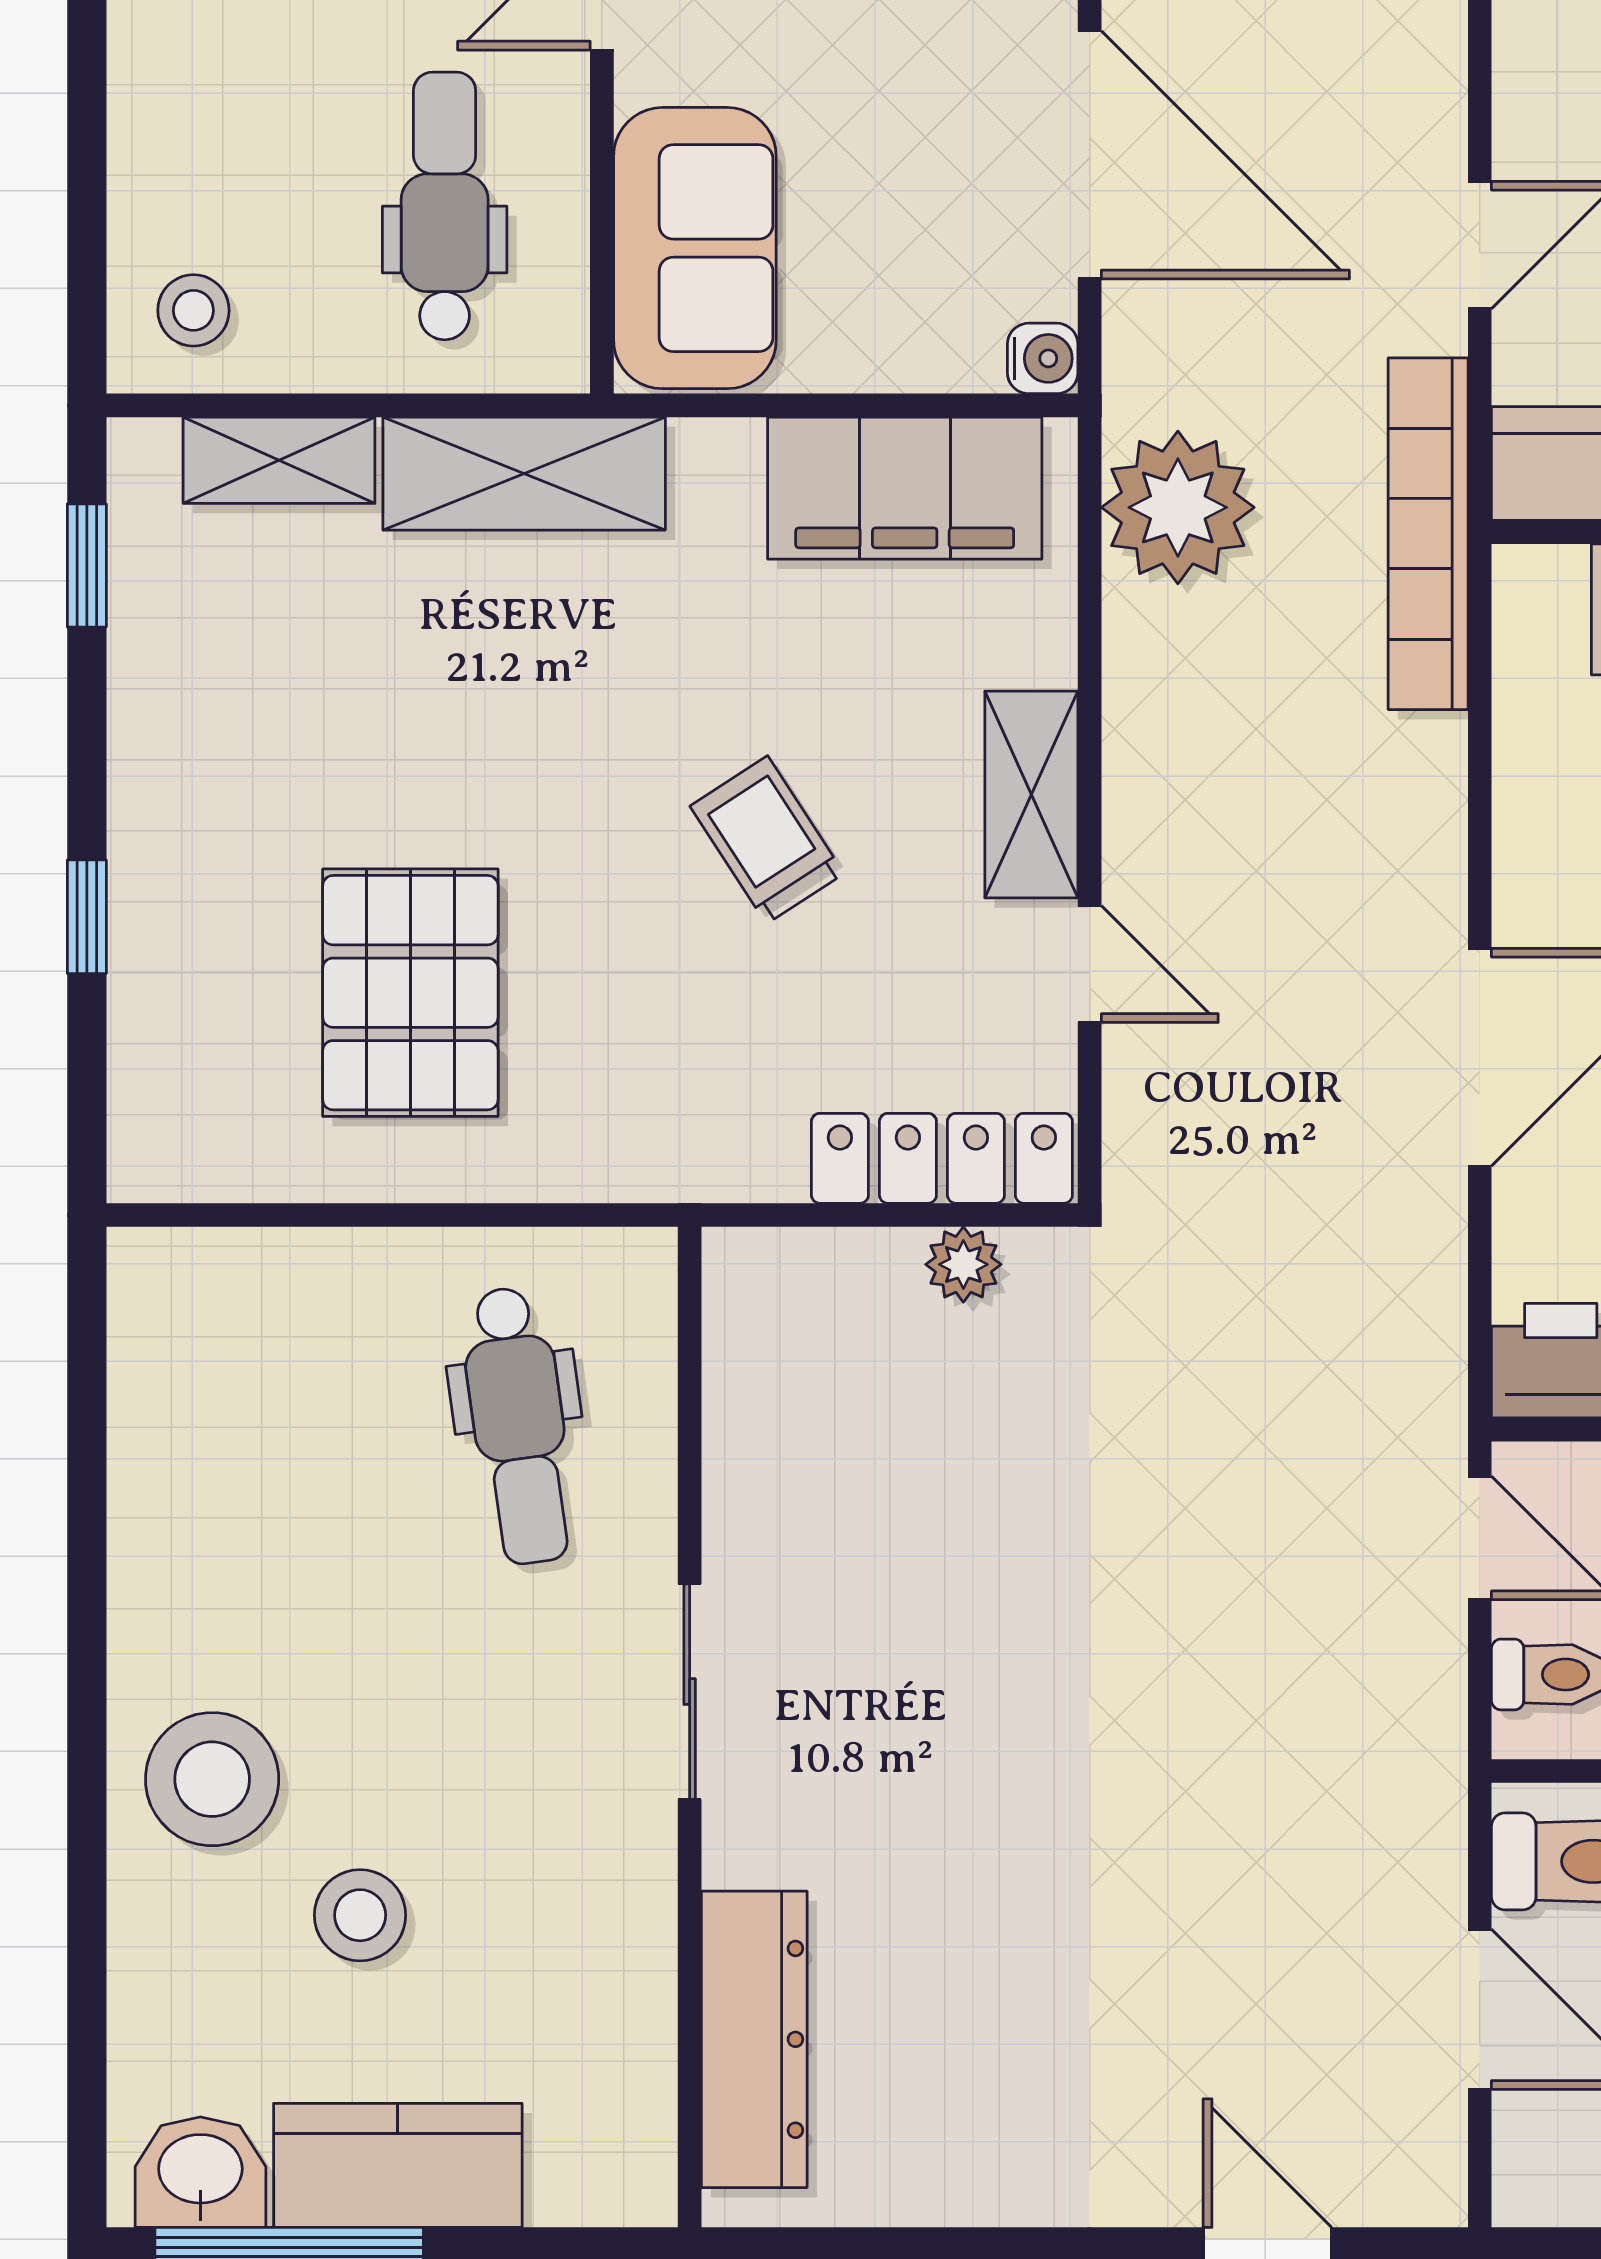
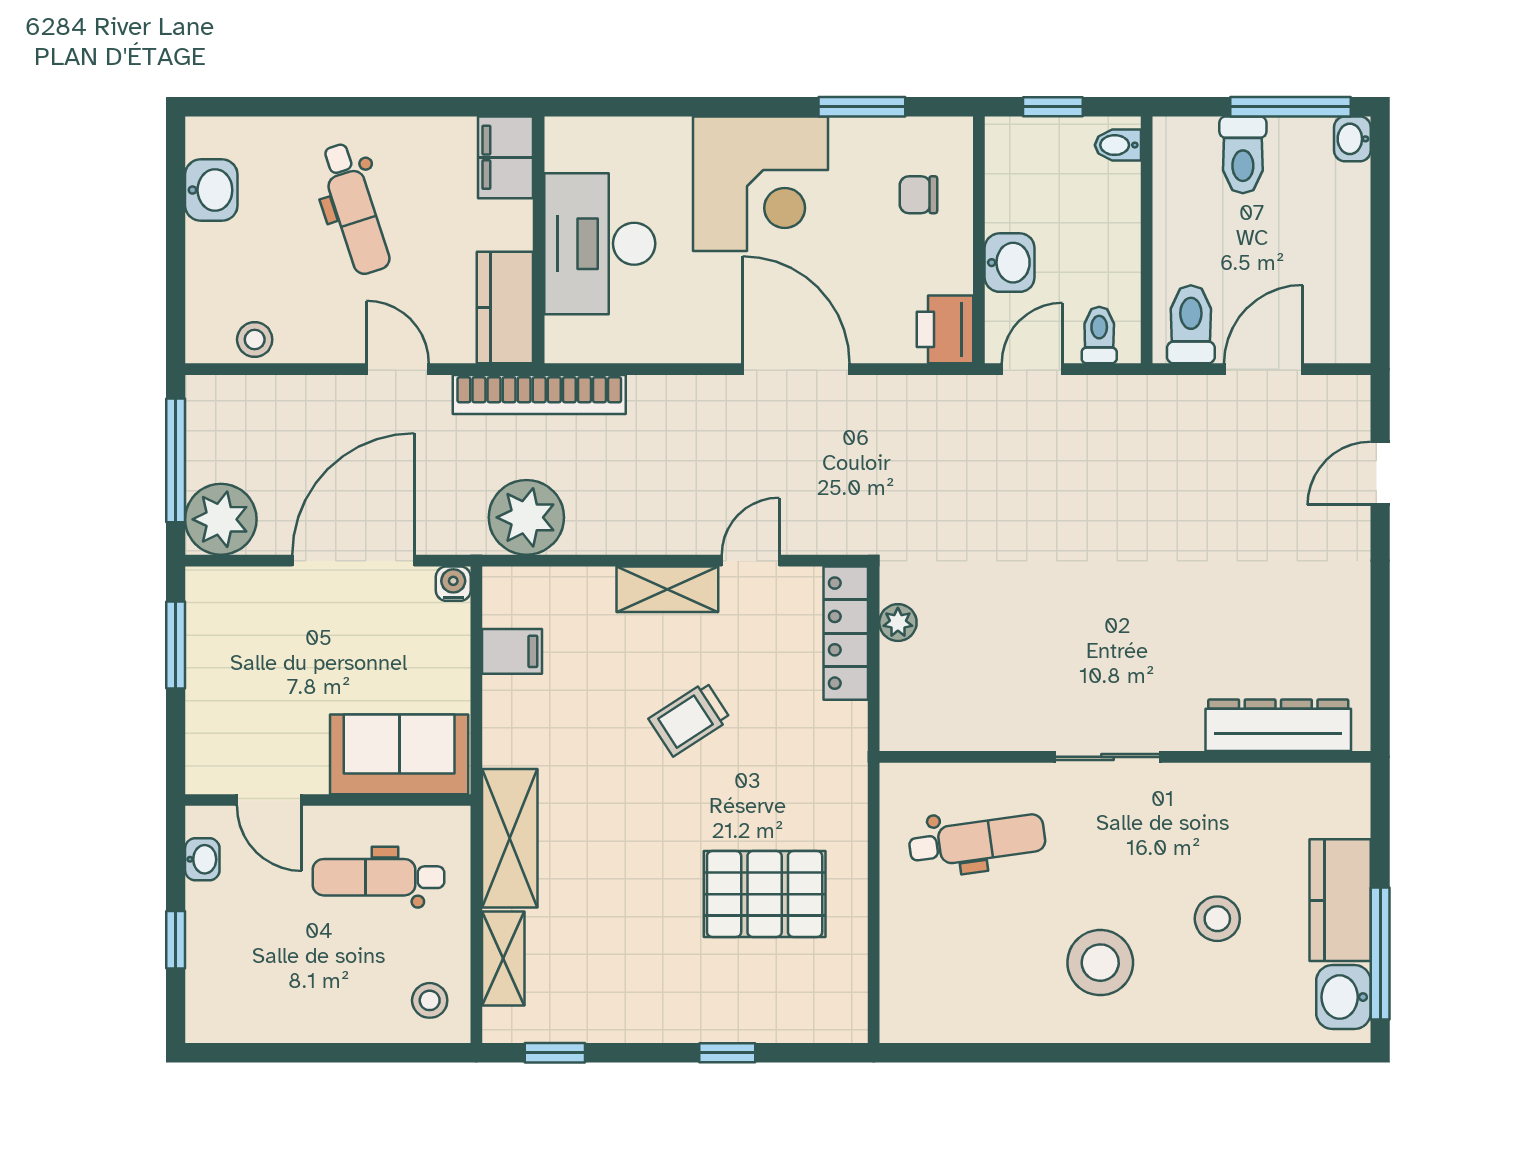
filing cabinet: (905, 488) -> (512, 651), width x0.33, depth x0.86
stool: (212, 1779) -> (1100, 963), moved

